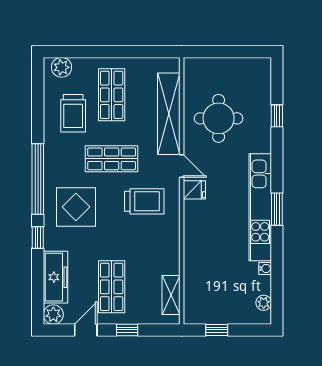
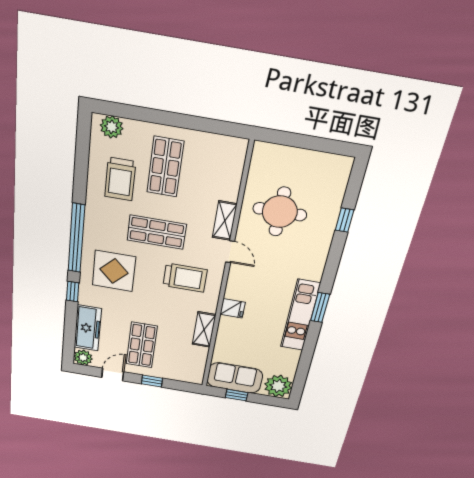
shelving: (169, 114) -> (225, 221), width x0.45, depth x0.75
fridge: (194, 190) -> (233, 308), moved
kitchen unit: (260, 207) -> (300, 315), width x0.73
water cooler: (265, 268) -> (295, 355), removed
shelving: (171, 295) -> (204, 330), moved
plant: (264, 303) -> (278, 386), width x1.88, depth x1.88
sofa: (211, 308) -> (235, 378), added

